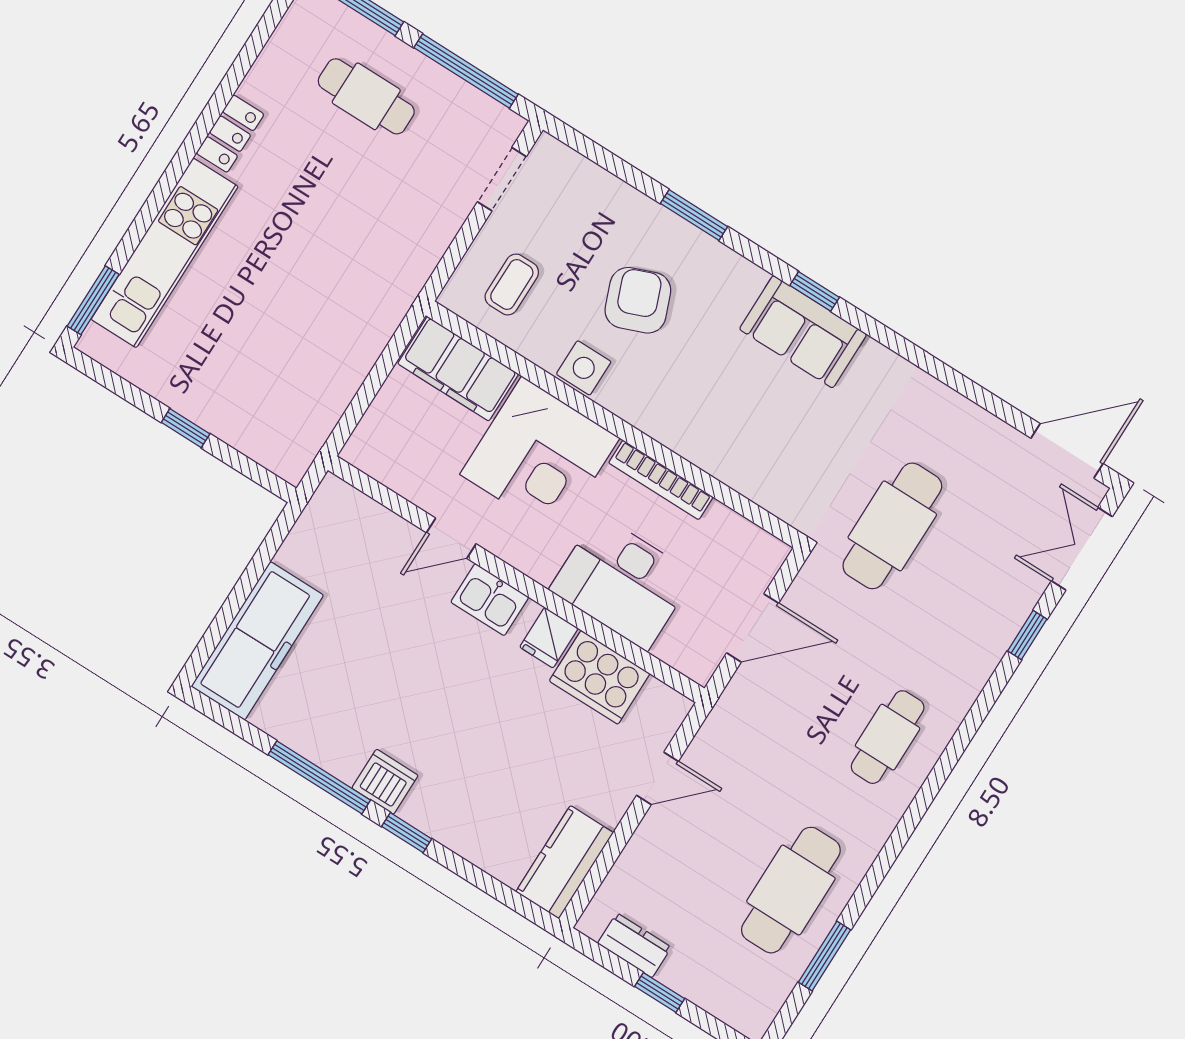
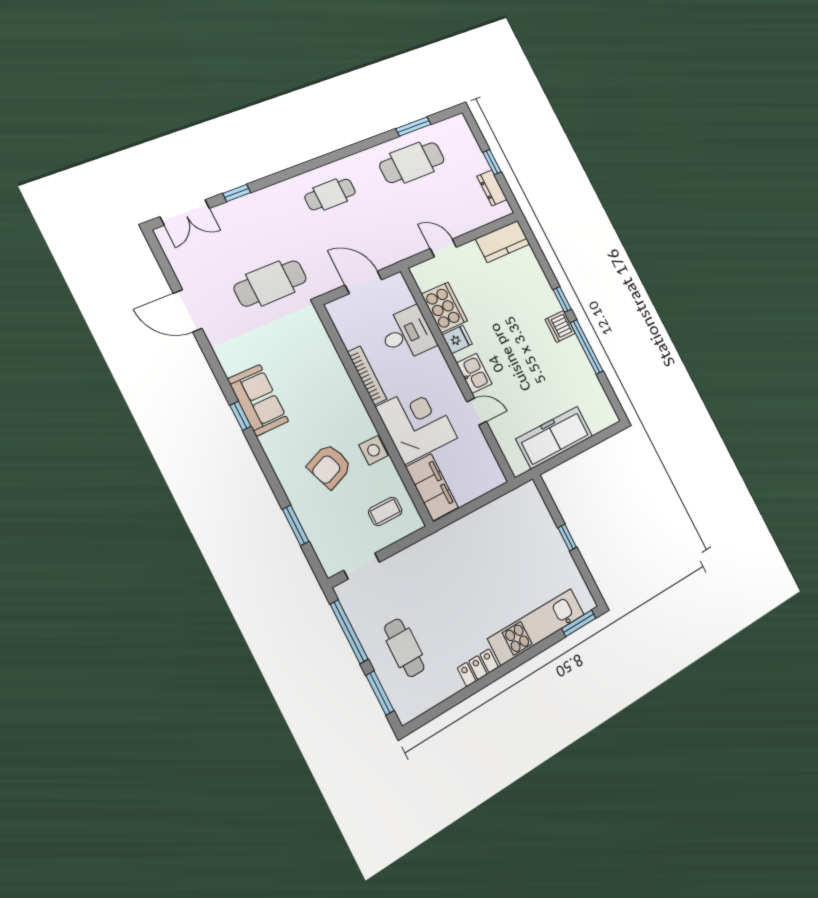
window: (694, 215) -> (296, 525), moved
door: (1067, 451) -> (188, 311), moved
desk: (622, 582) -> (407, 334), width x0.73
freezer: (257, 641) -> (554, 438), moved

